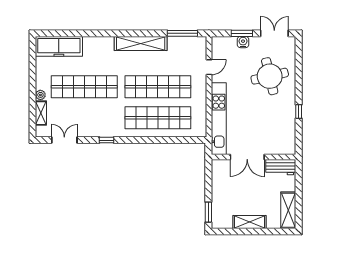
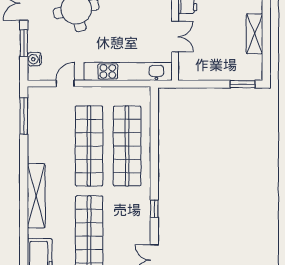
water cooler: (243, 42) -> (34, 59), moved
shelving: (141, 44) -> (36, 196), moved
door: (209, 67) -> (65, 83), hinge flipped
double door: (247, 157) -> (175, 37), width x0.73

